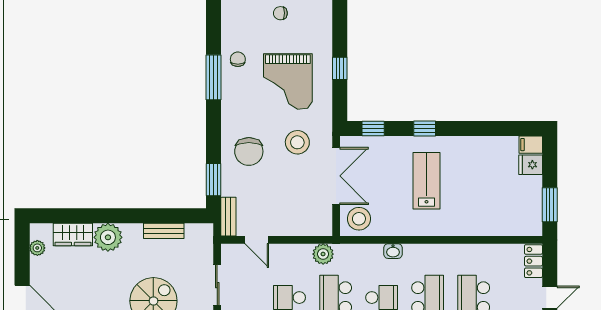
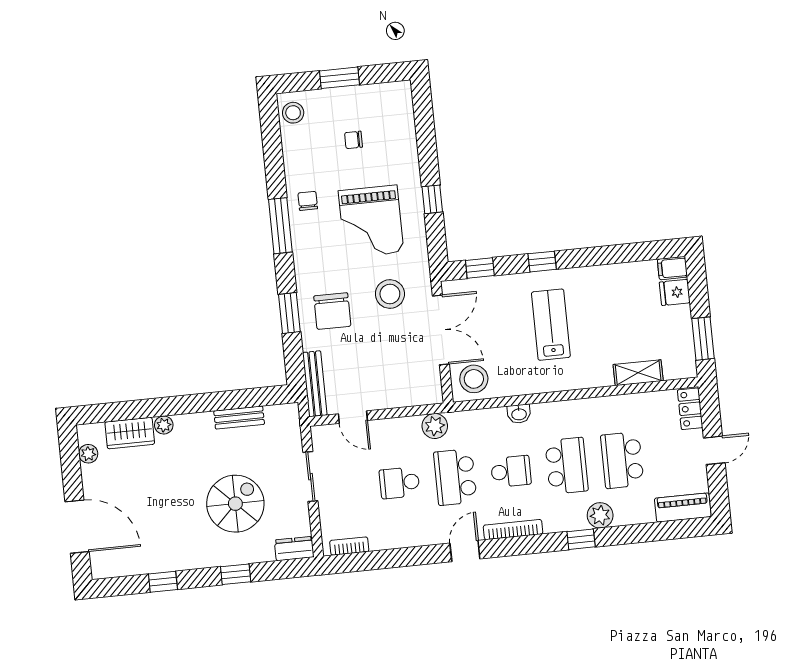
window: (213, 180) -> (289, 313), moved
bench: (228, 217) -> (315, 384), width x1.36
shelving: (494, 227) -> (638, 373), added
plant: (108, 237) -> (164, 425), width x0.53, depth x0.53

